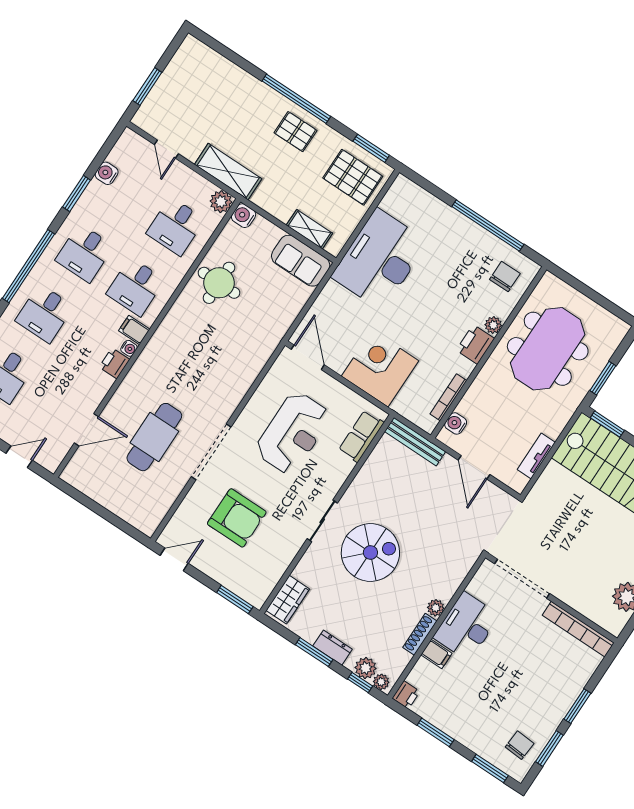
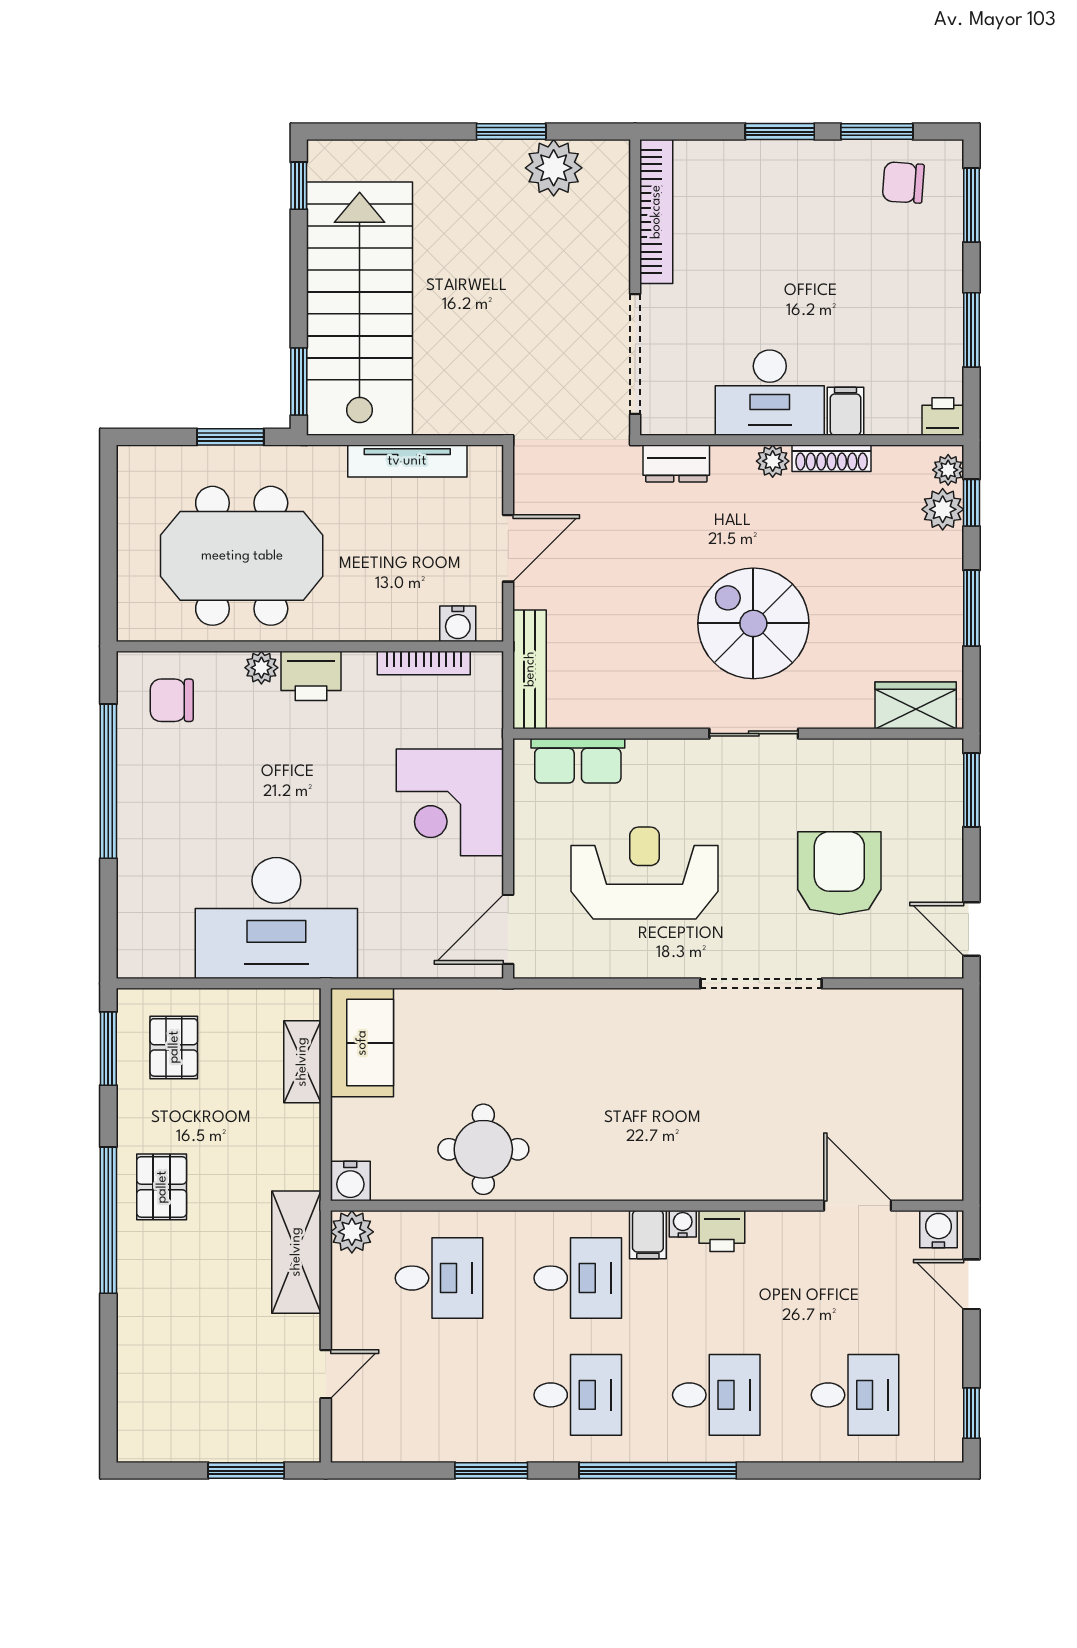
water cooler: (107, 173) -> (938, 1229), moved, turned 180
pallet: (353, 177) -> (174, 1047), width x0.67, depth x0.71
cafe table: (154, 437) -> (797, 1090), removed
tv unit: (536, 456) -> (407, 461), width x1.41
dresser: (333, 648) -> (676, 463), moved, turned -90

